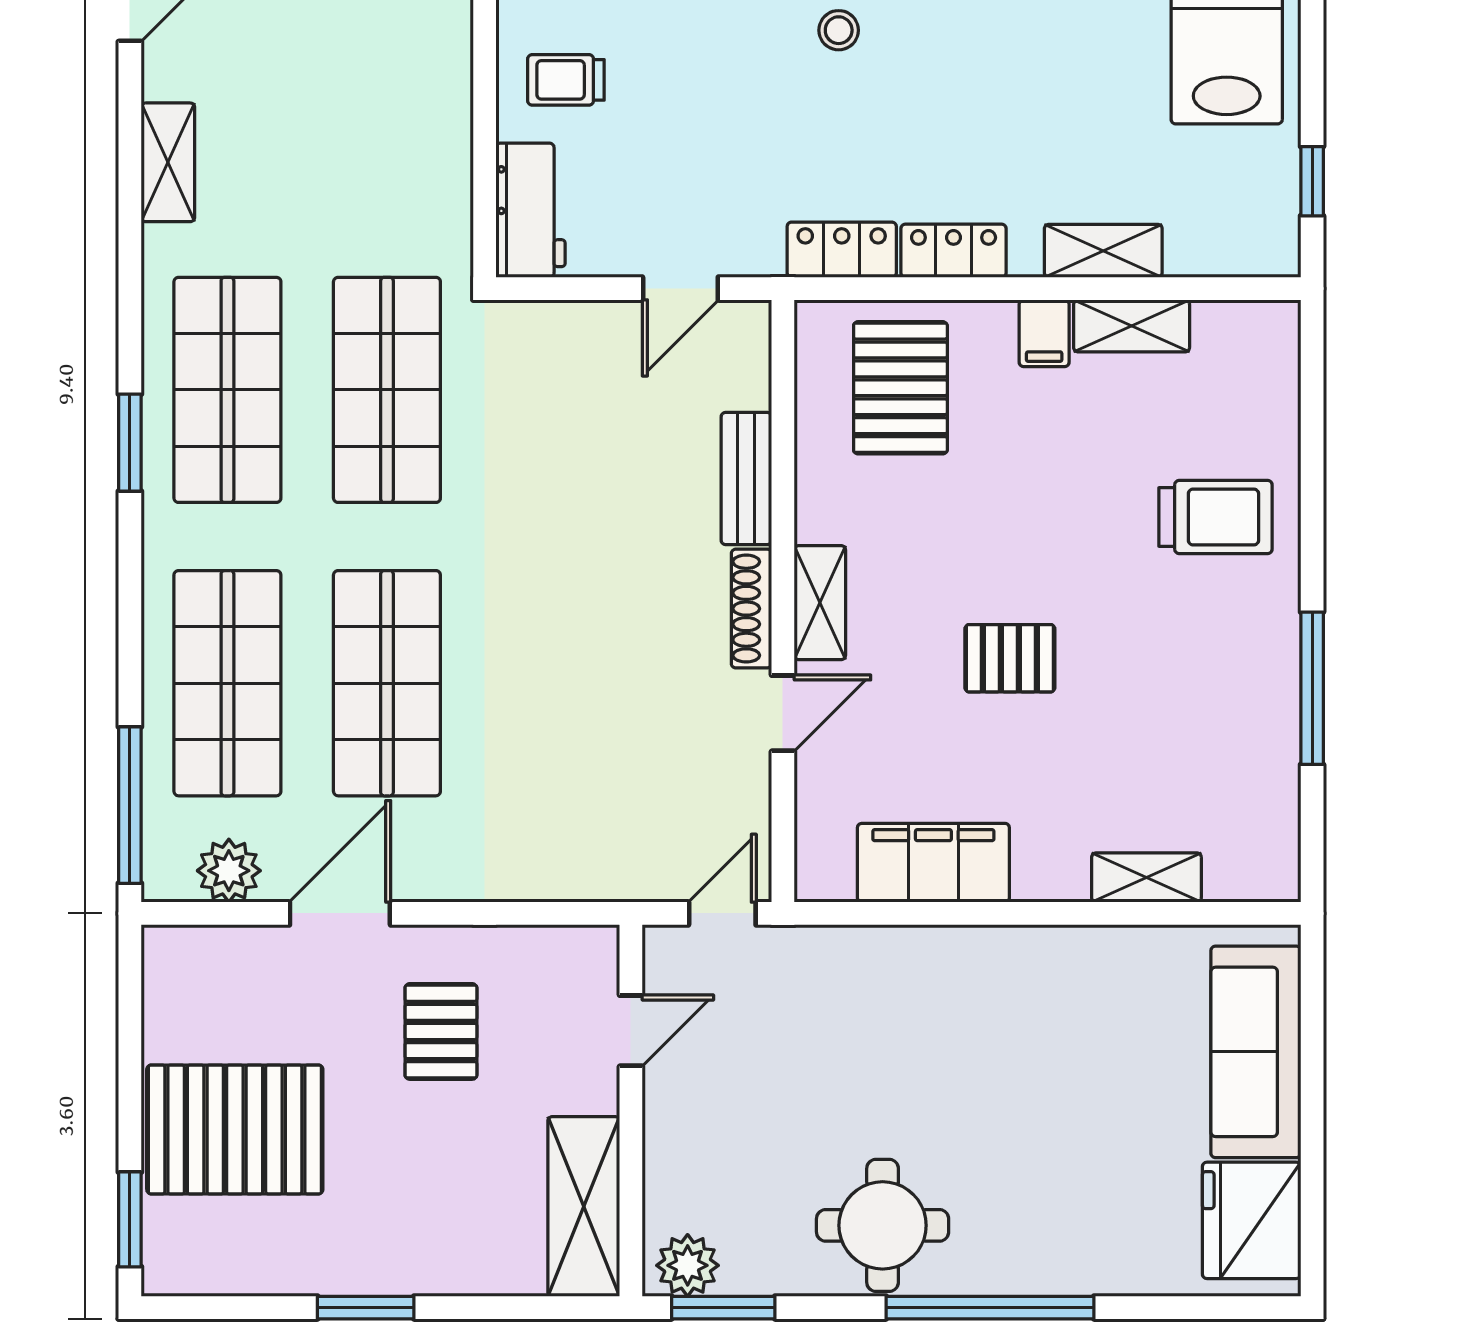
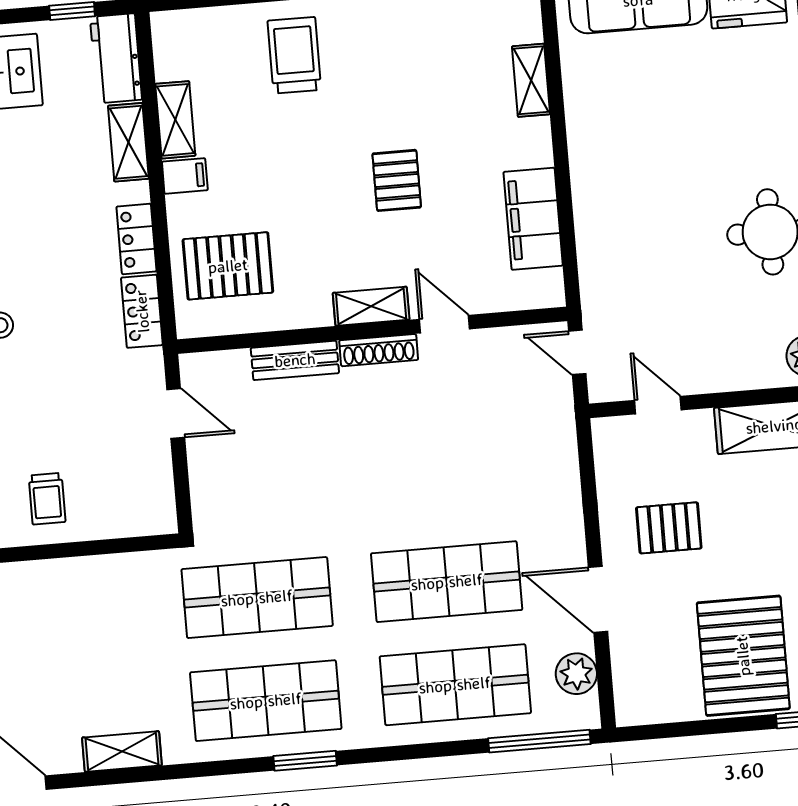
workbench: (530, 210) -> (116, 58), moved, turned -90

